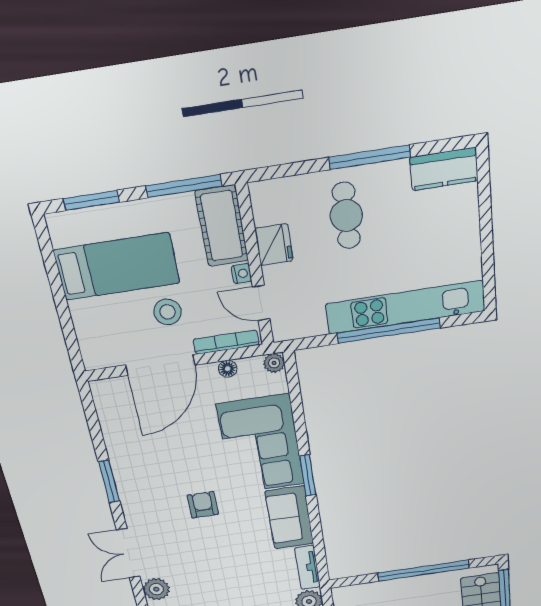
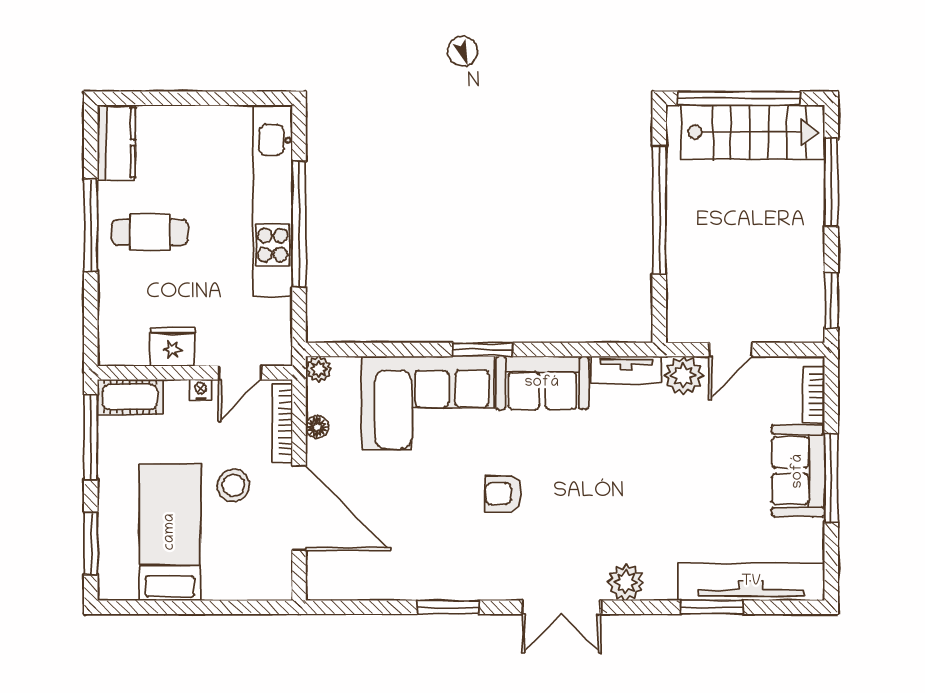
cafe table: (346, 216) -> (150, 232), moved
cot: (222, 226) -> (130, 397), width x0.73, depth x0.75

